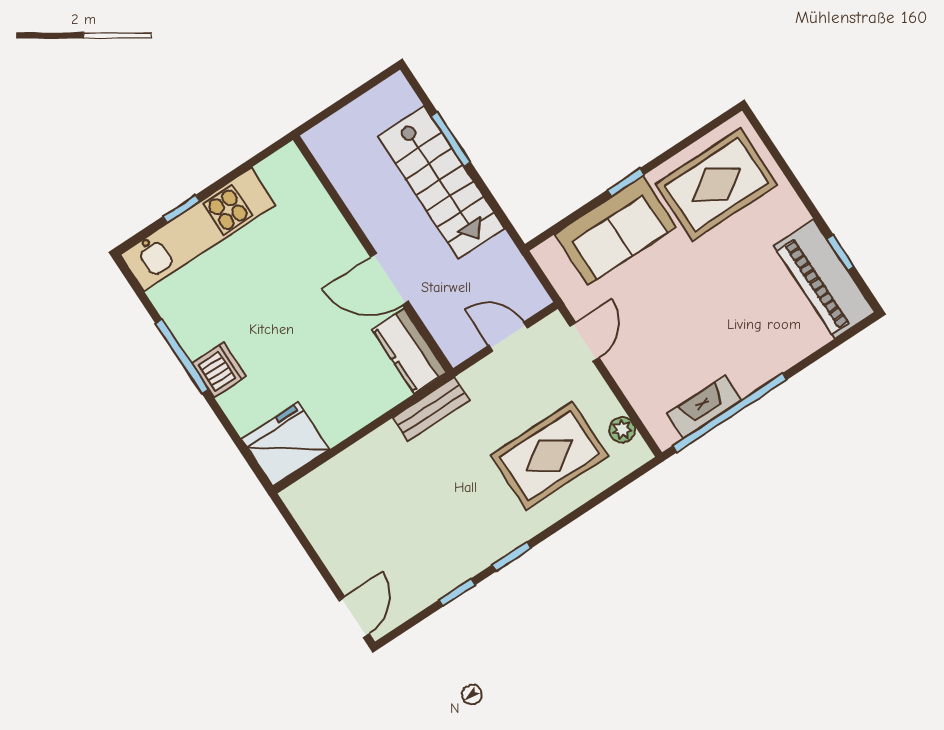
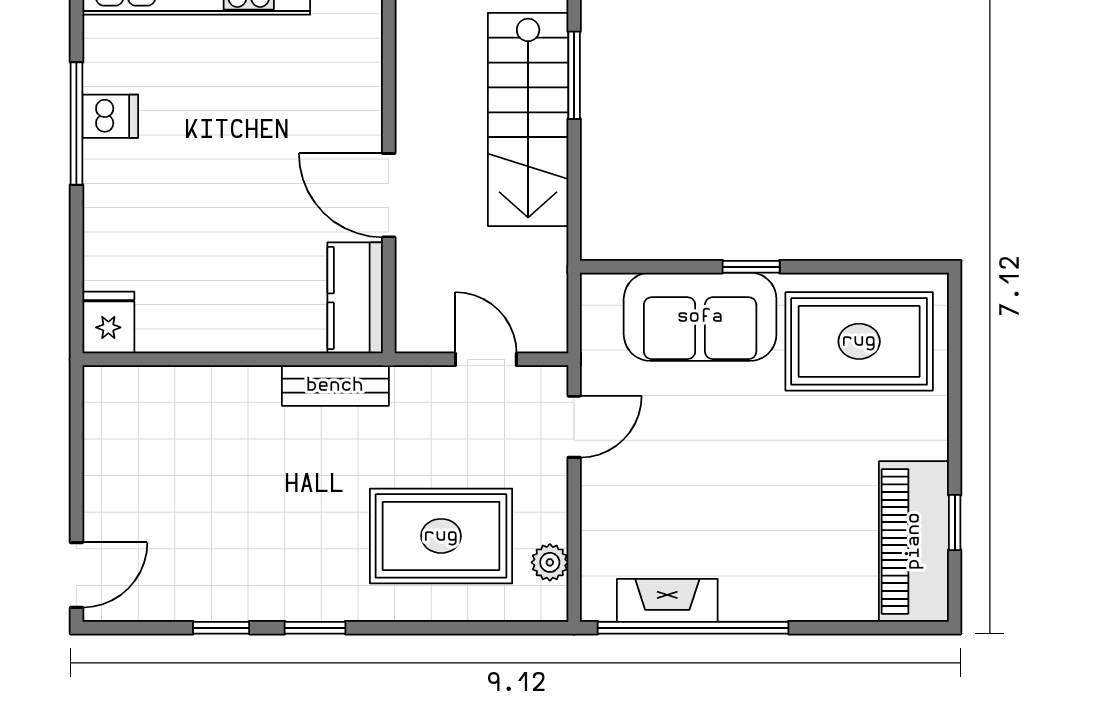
dishwasher: (219, 370) -> (110, 116), moved, width x0.73
fridge: (285, 444) -> (108, 322), width x0.53, depth x0.75

